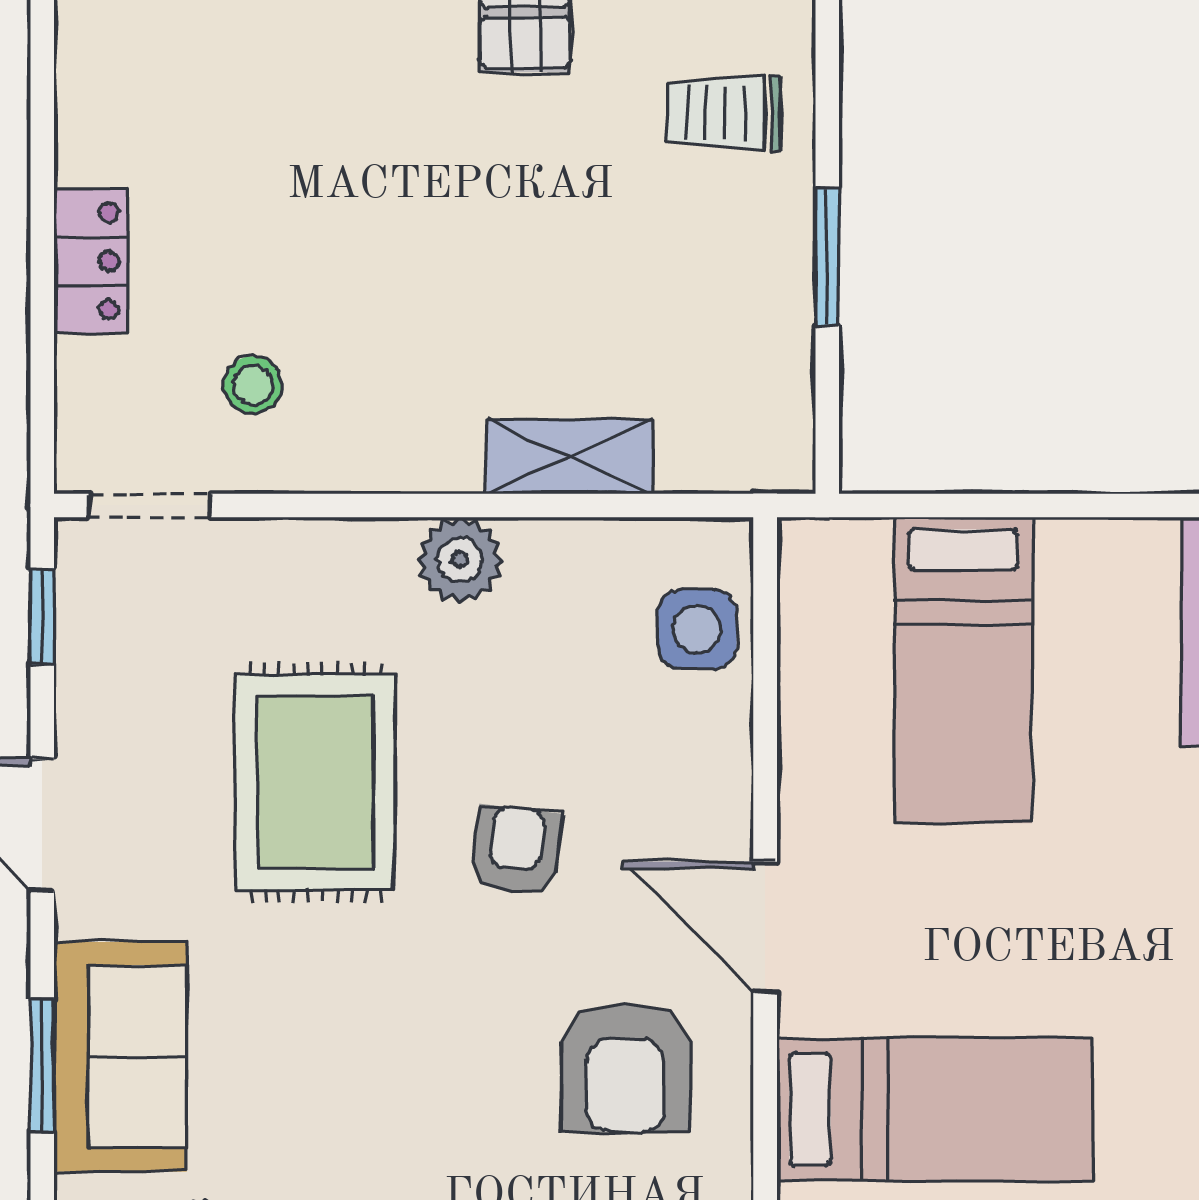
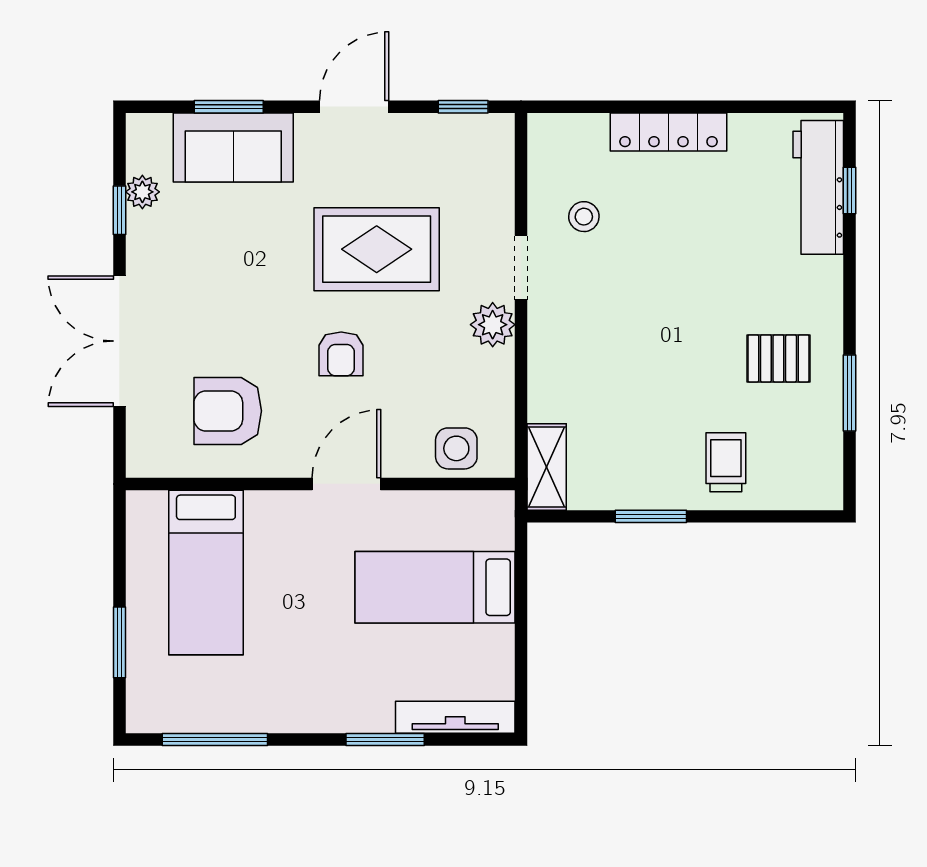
locker: (91, 261) -> (668, 132), width x1.53
shelving: (569, 456) -> (547, 467), moved
doorway: (150, 505) -> (521, 268), moved
armchair: (516, 850) -> (341, 354), turned 83
door: (765, 927) -> (346, 484), moved

